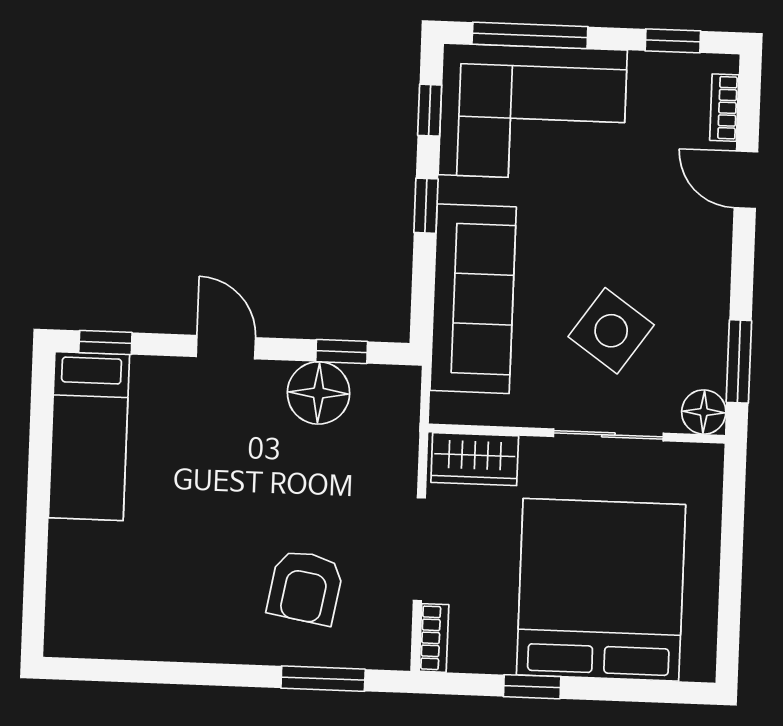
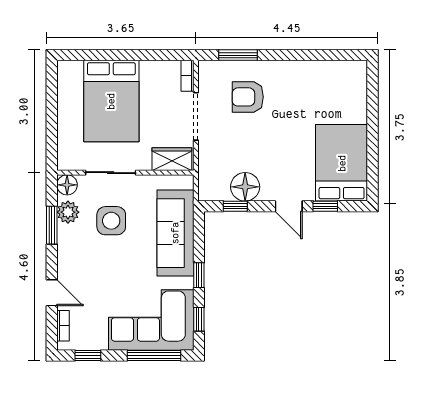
side table: (611, 331) -> (111, 221), turned -35
window: (105, 342) -> (325, 206), moved
plant: (704, 353) -> (68, 212), added
window: (739, 361) -> (52, 225), moved
bed: (89, 436) -> (342, 163), width x1.50
armchair: (305, 587) -> (248, 97), turned -100
bed: (601, 590) -> (111, 101), width x0.73
window: (532, 687) -> (141, 55), removed

